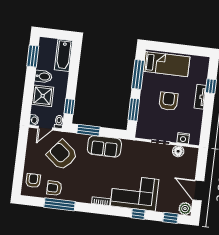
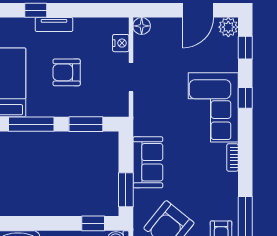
floor lamp: (178, 151) -> (142, 26), moved

